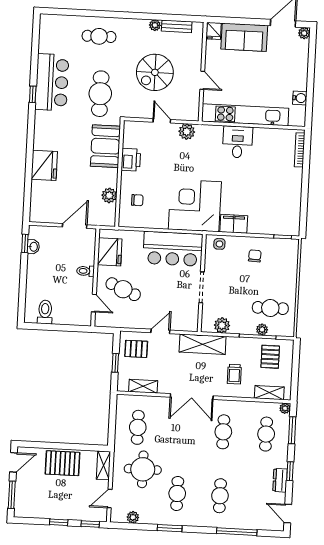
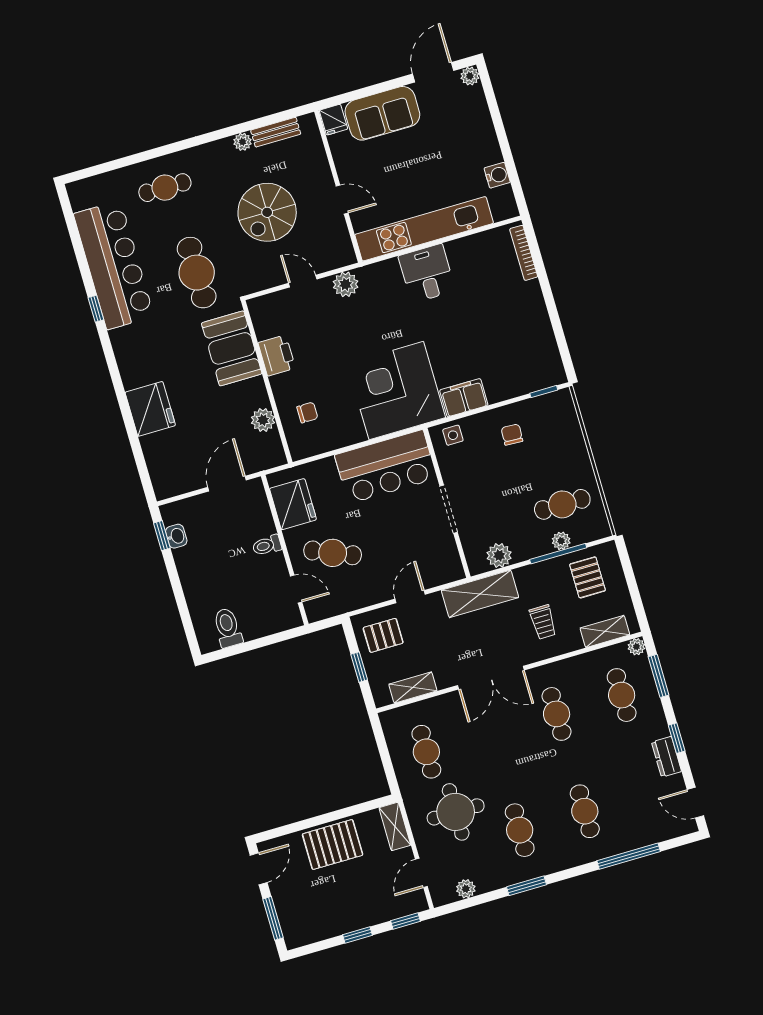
bar counter: (52, 82) -> (114, 265), width x1.36

